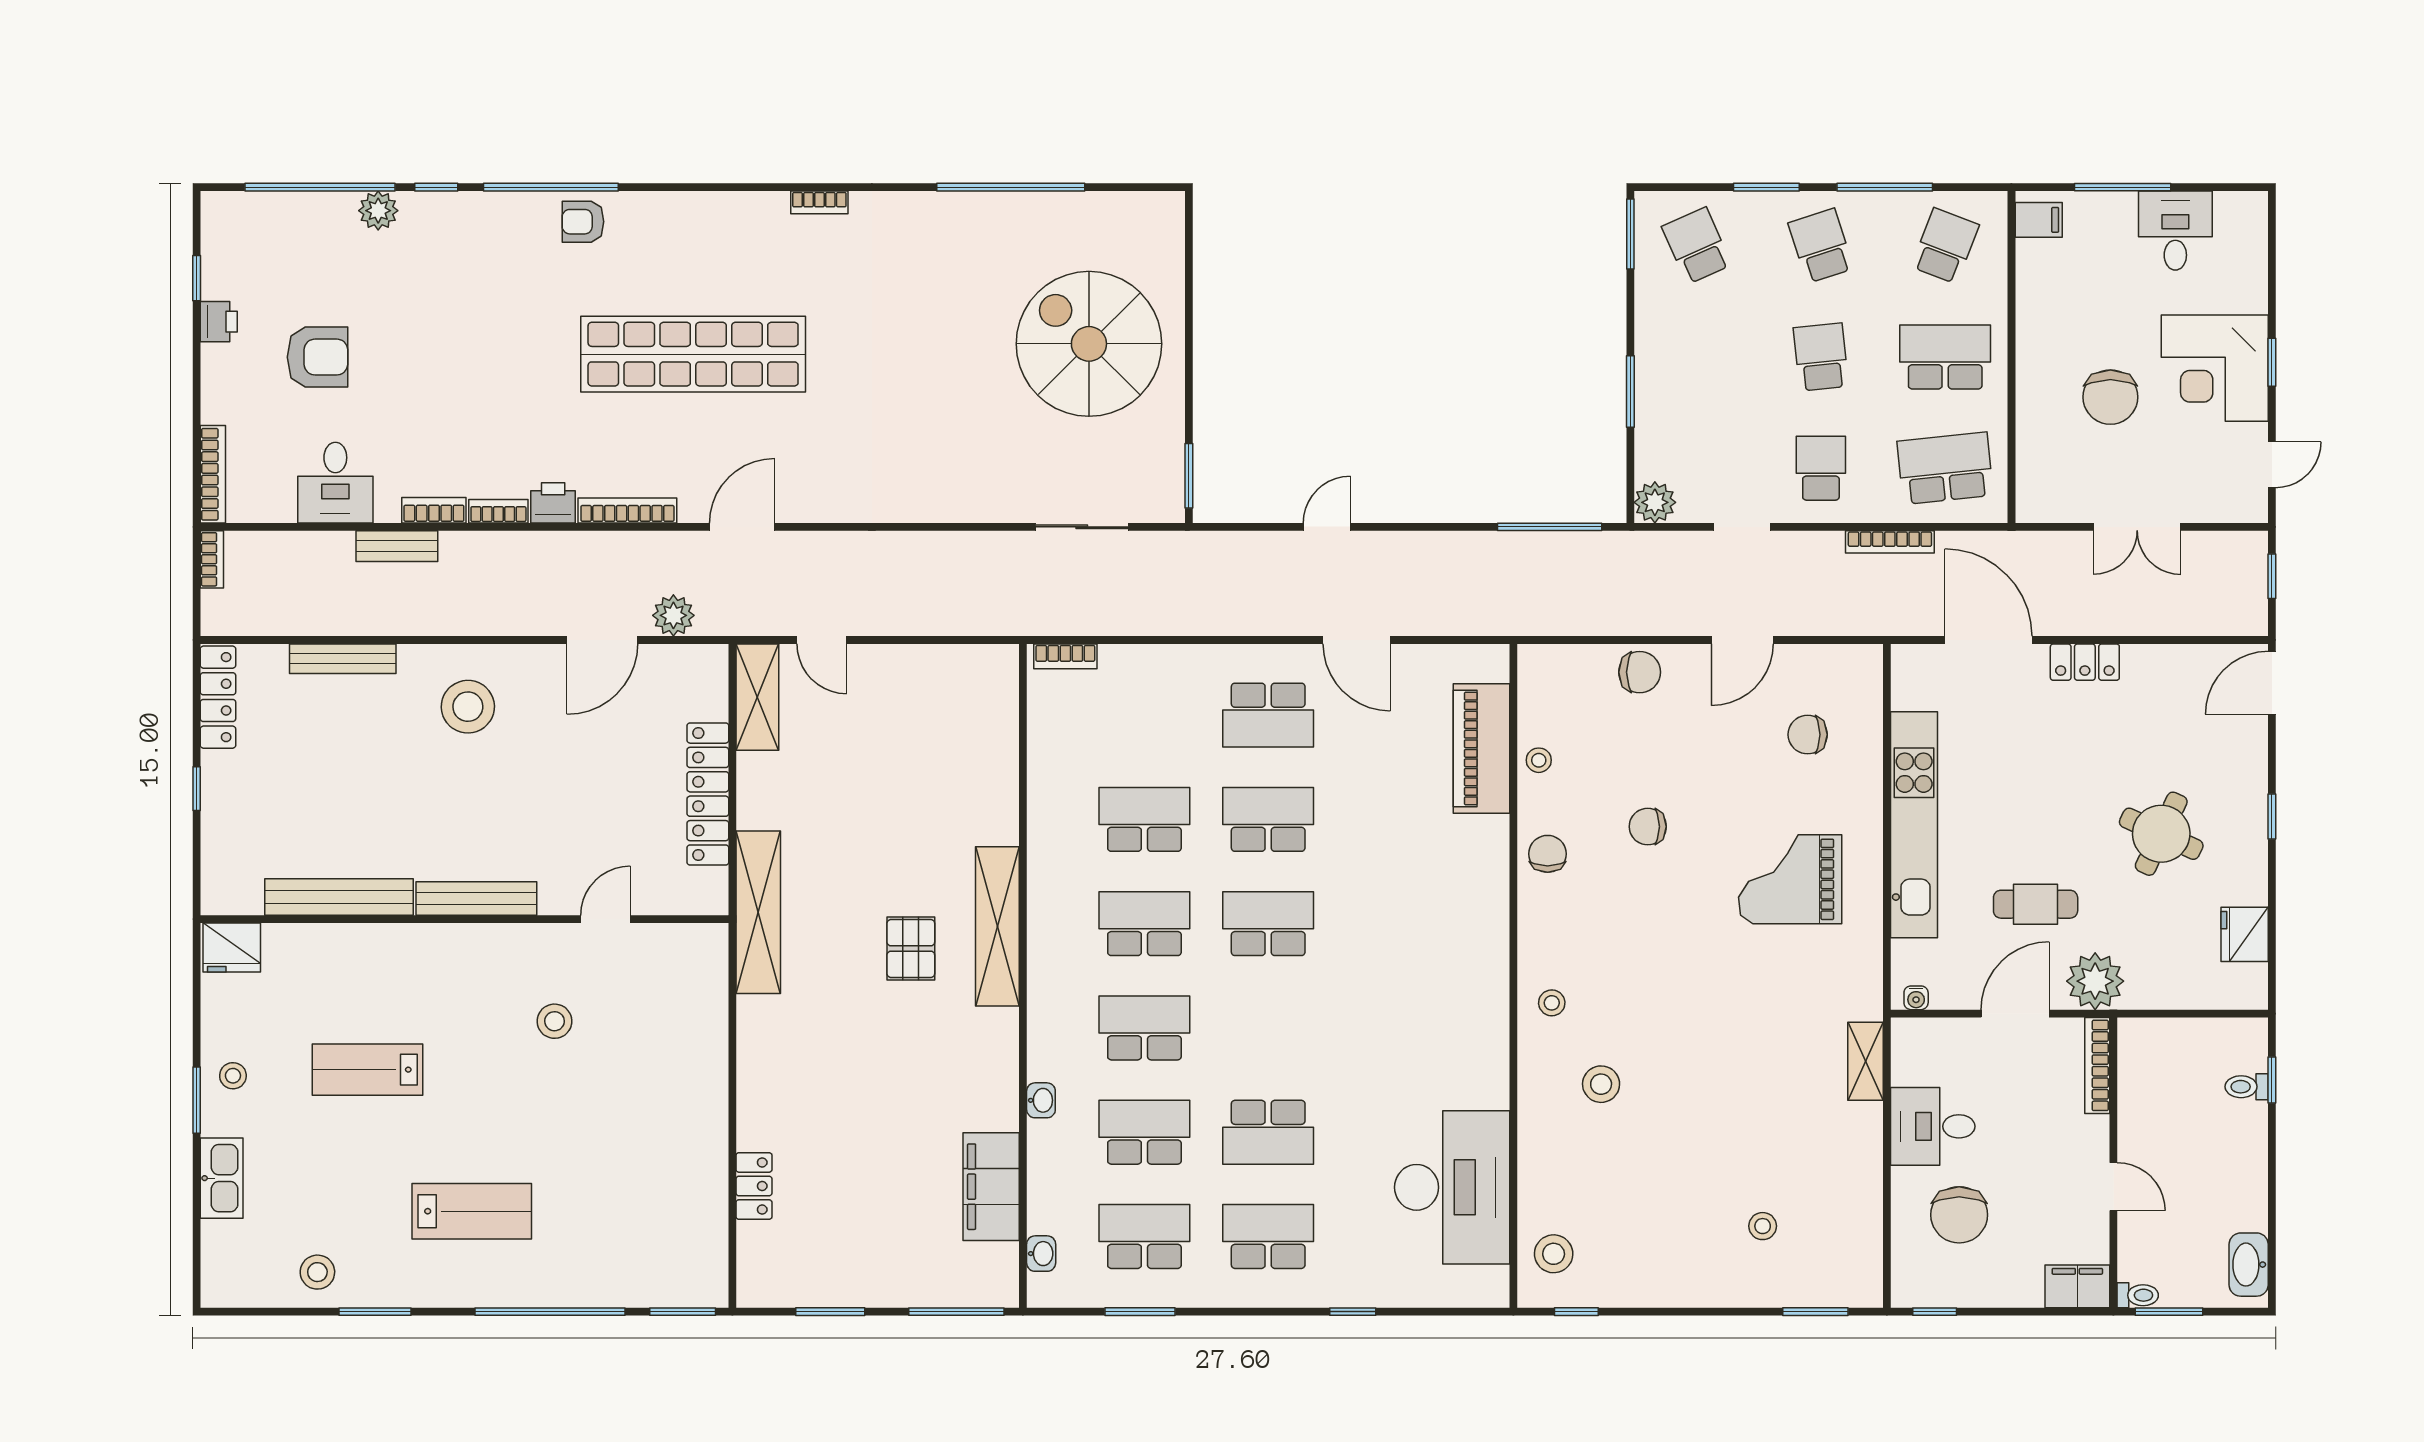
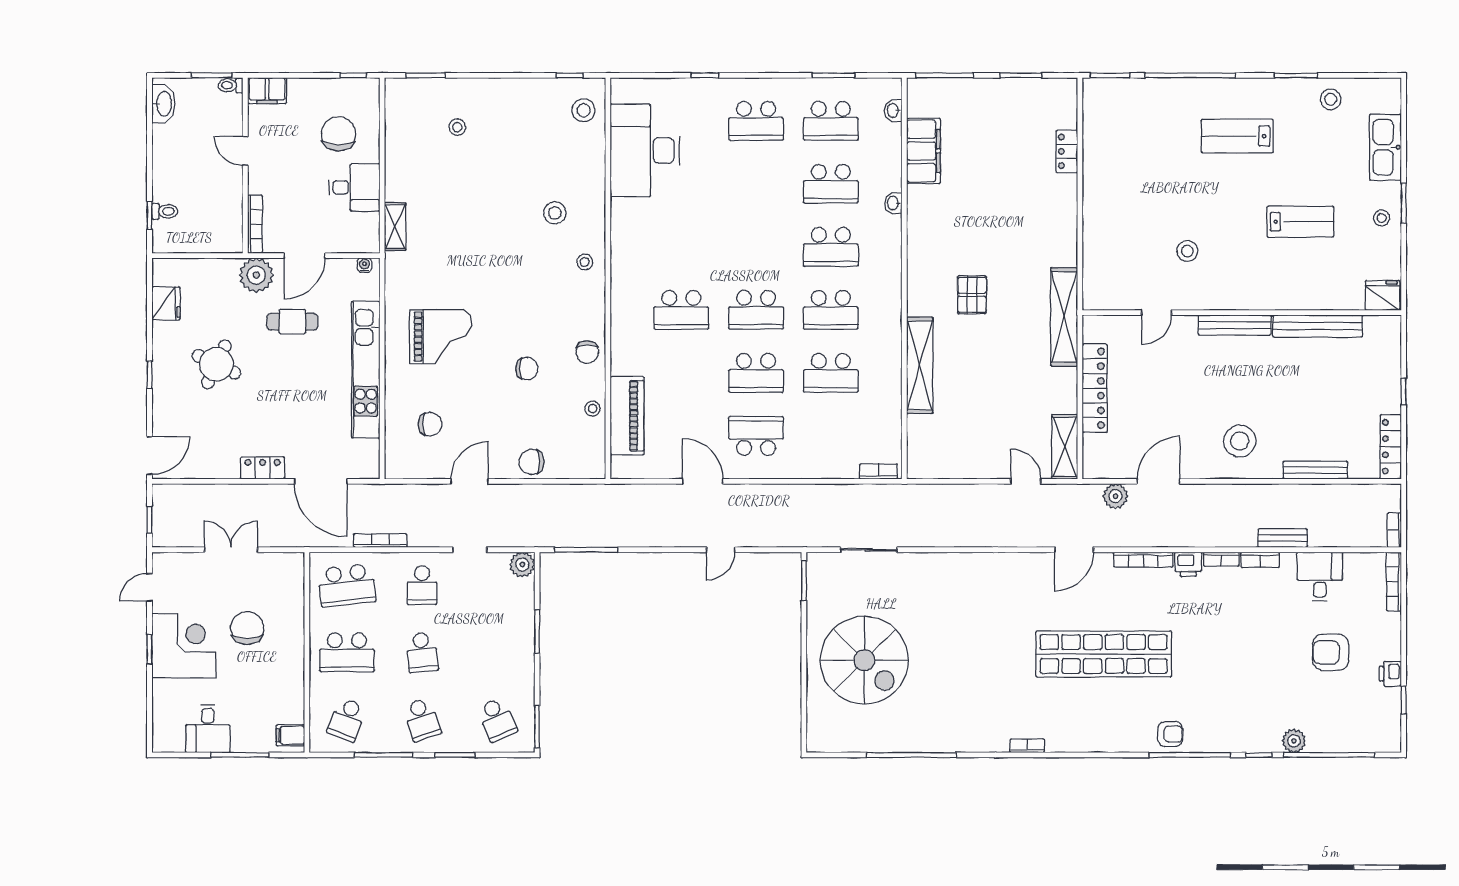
shelving: (997, 926) -> (920, 365), moved
school desk: (1268, 1132) -> (681, 310), moved, turned 180
kitchen sink: (222, 1178) -> (1385, 147), width x1.36, depth x1.24

